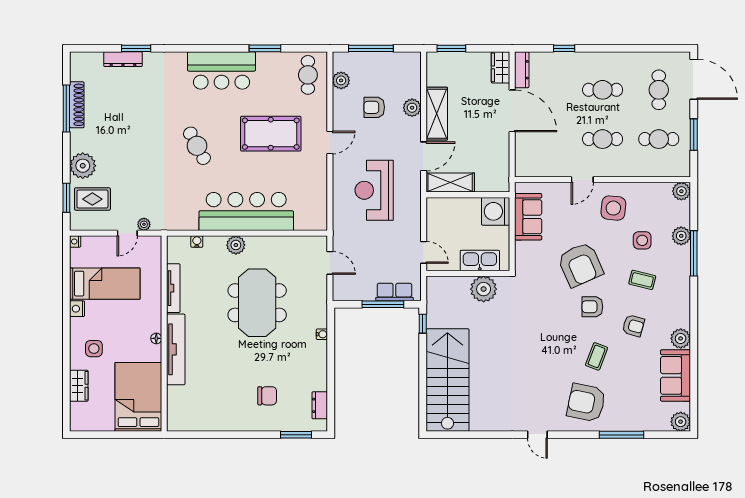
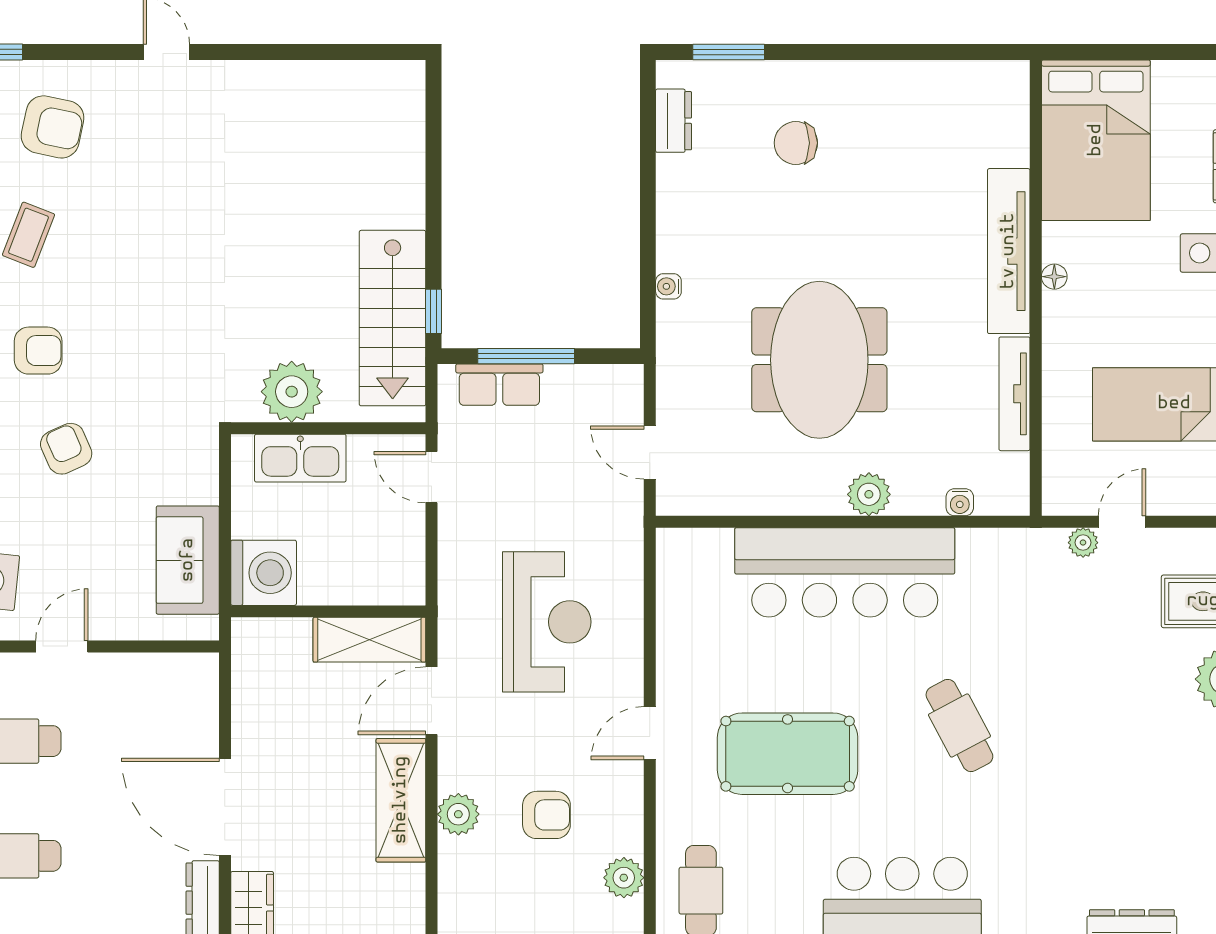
armchair: (580, 265) -> (66, 449), width x0.53, depth x0.53
stairs: (447, 380) -> (393, 318), moved, width x0.73, depth x0.66
armchair: (586, 403) -> (53, 127), width x0.73, depth x0.73

